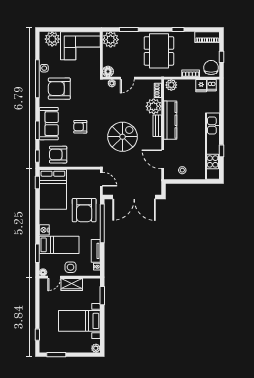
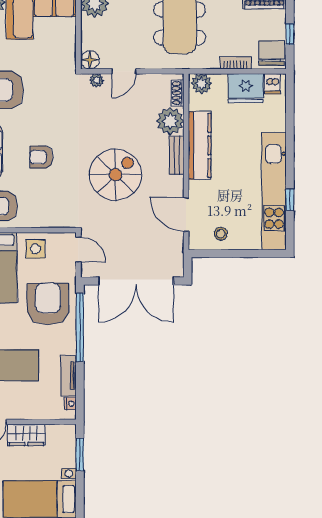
fridge: (201, 86) -> (246, 88), width x1.88, depth x1.34
armchair: (84, 210) -> (48, 304), turned 180
side table: (70, 267) -> (35, 249), moved

